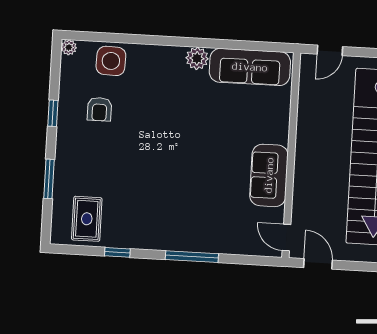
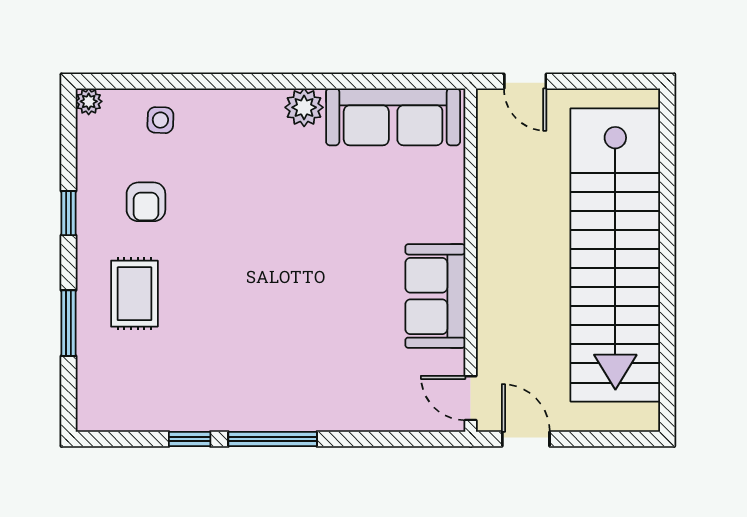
door: (330, 50) -> (525, 81), hinge flipped
side table: (111, 61) -> (160, 120), width x0.54, depth x0.54
rug: (87, 219) -> (134, 294), moved
window: (192, 257) -> (273, 439), moved

